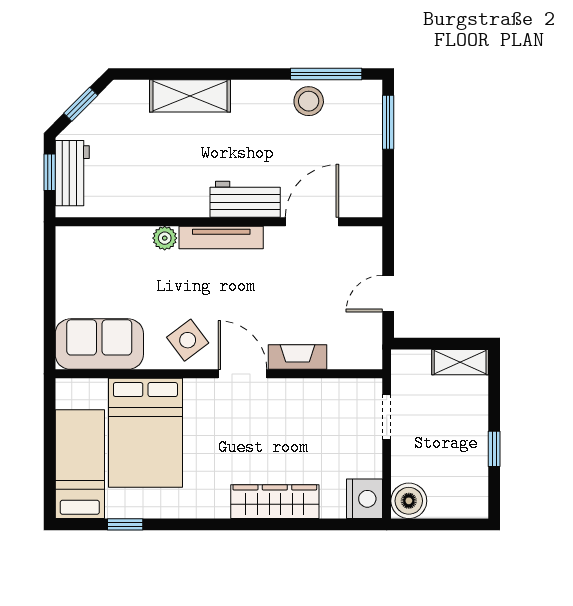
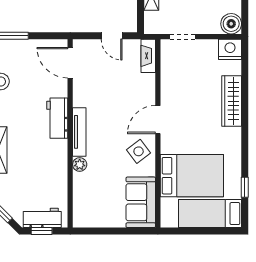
door: (312, 222) -> (70, 63), moved
fireplace: (298, 357) -> (148, 56), moved

